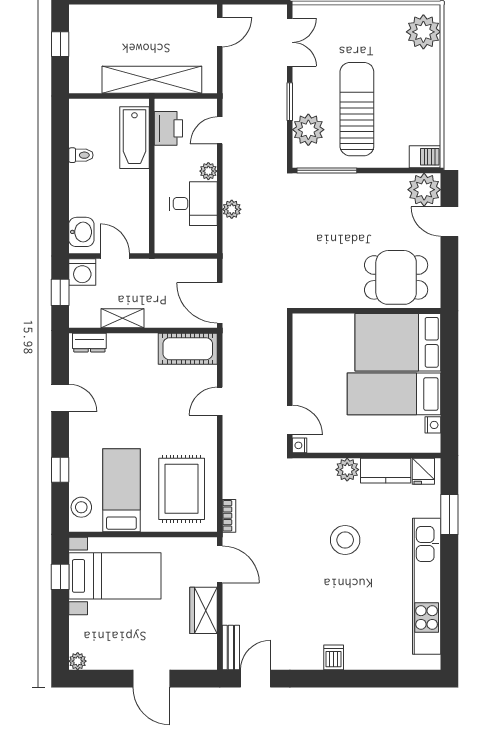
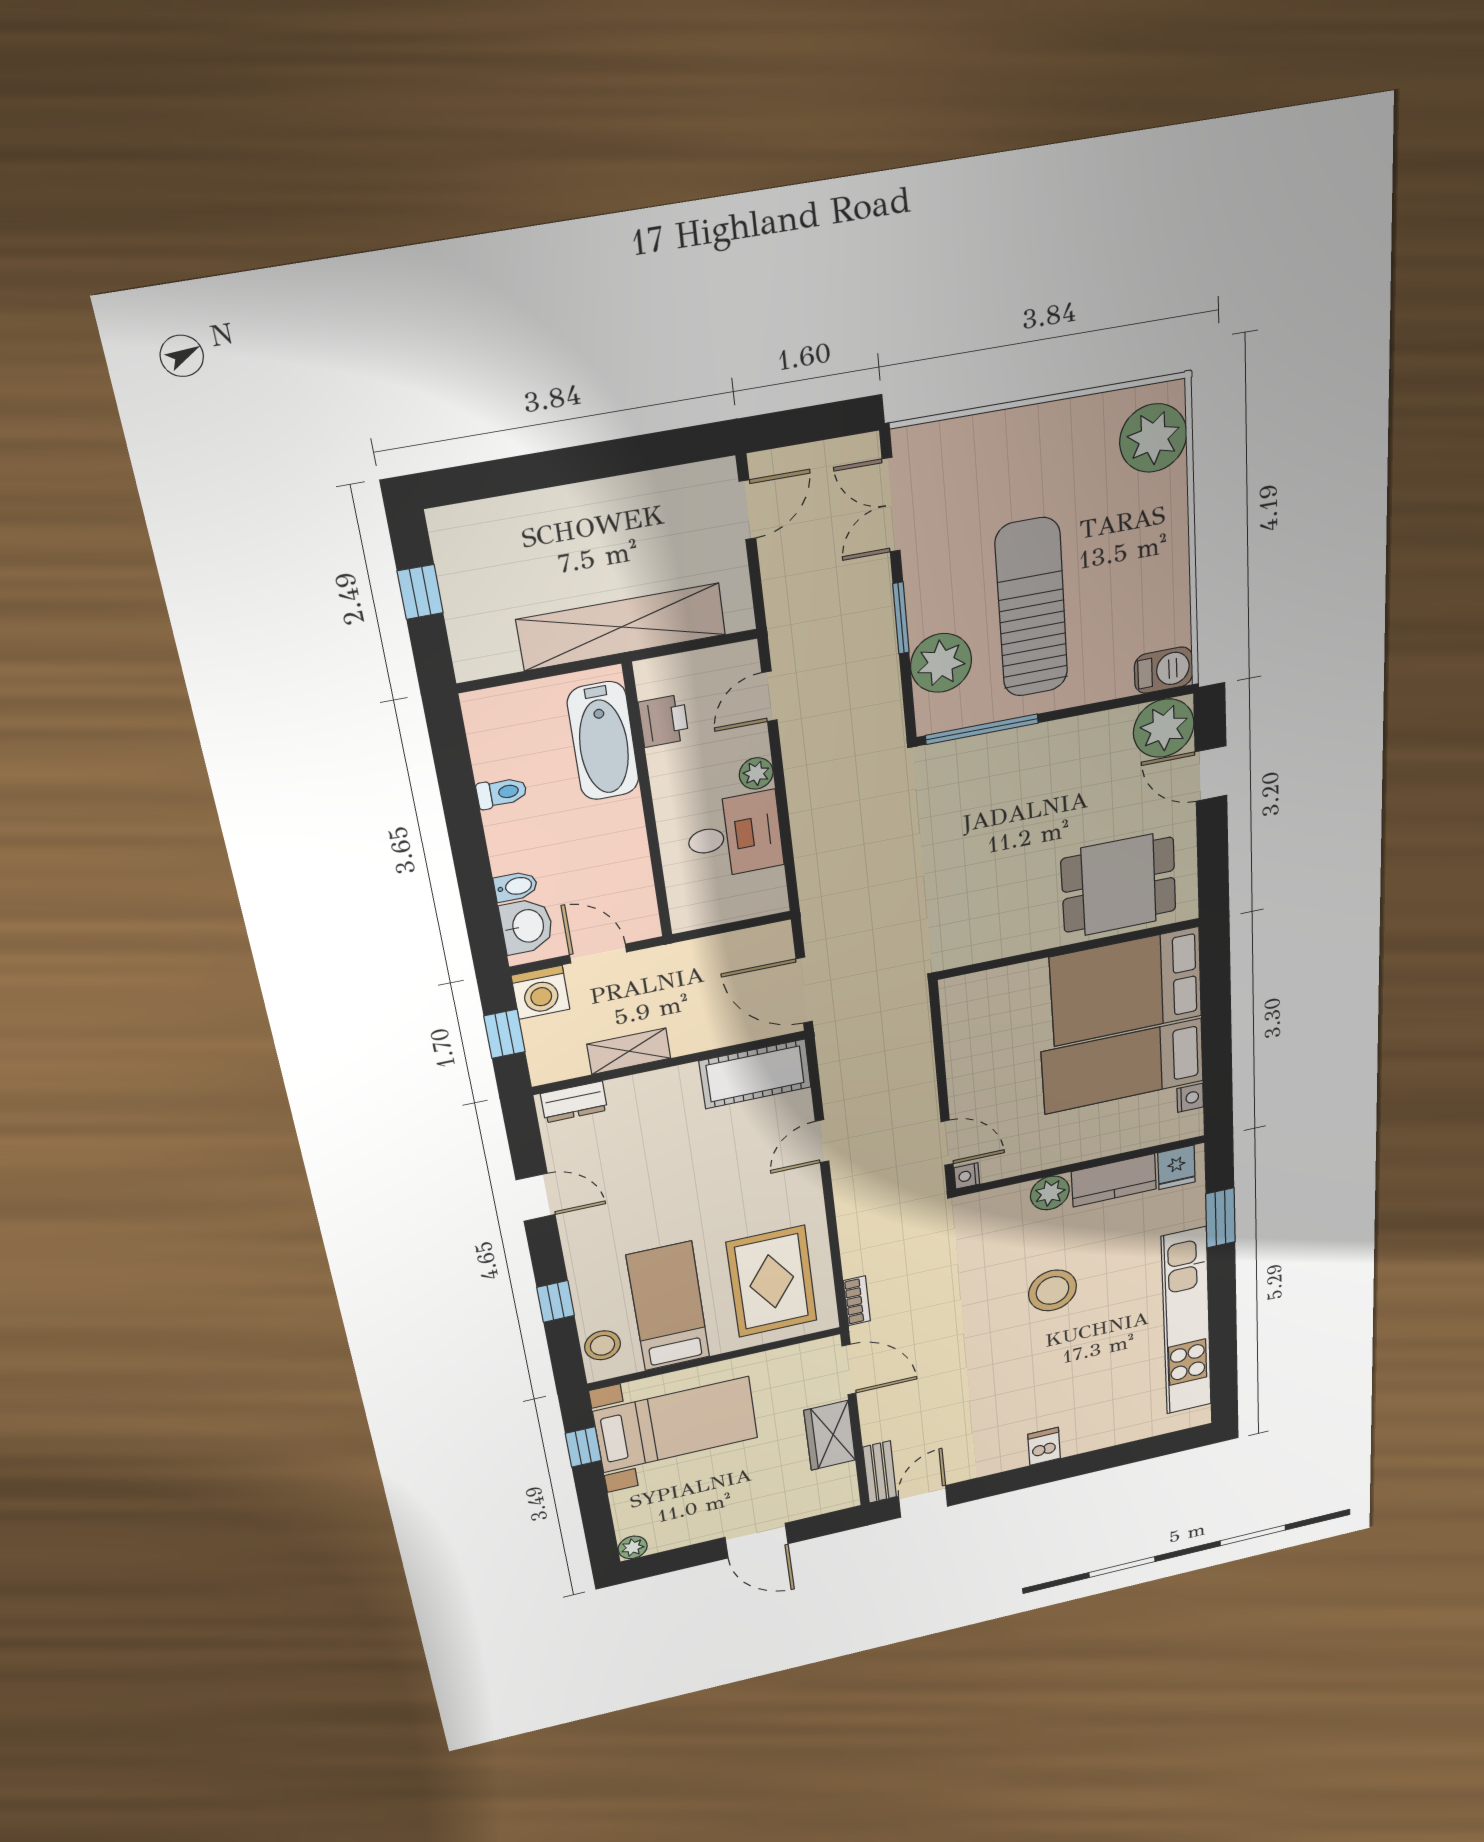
double door: (290, 42) -> (891, 505), swing flipped
printer: (168, 128) -> (664, 721), width x0.73, depth x0.81
bidet: (79, 208) -> (516, 886), added
plant: (232, 209) -> (809, 831), removed

